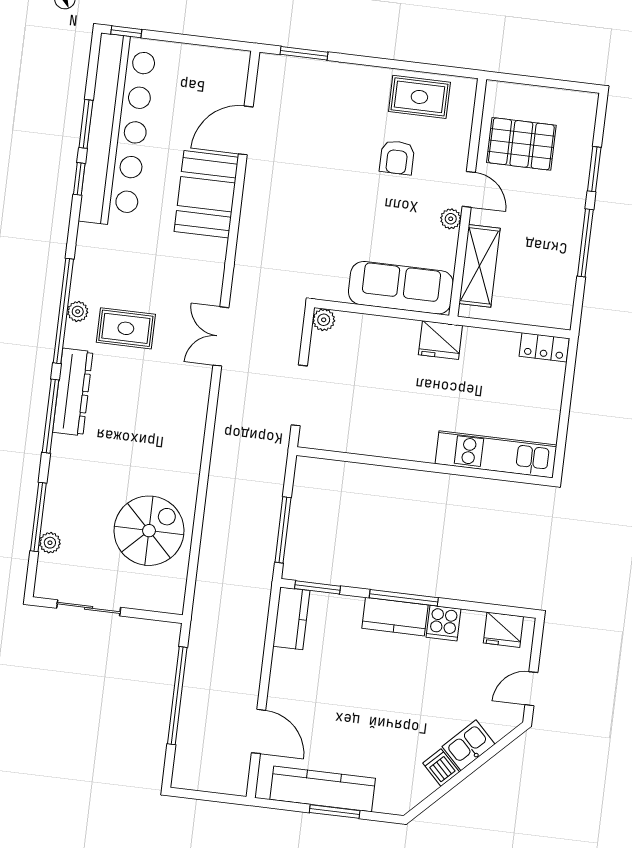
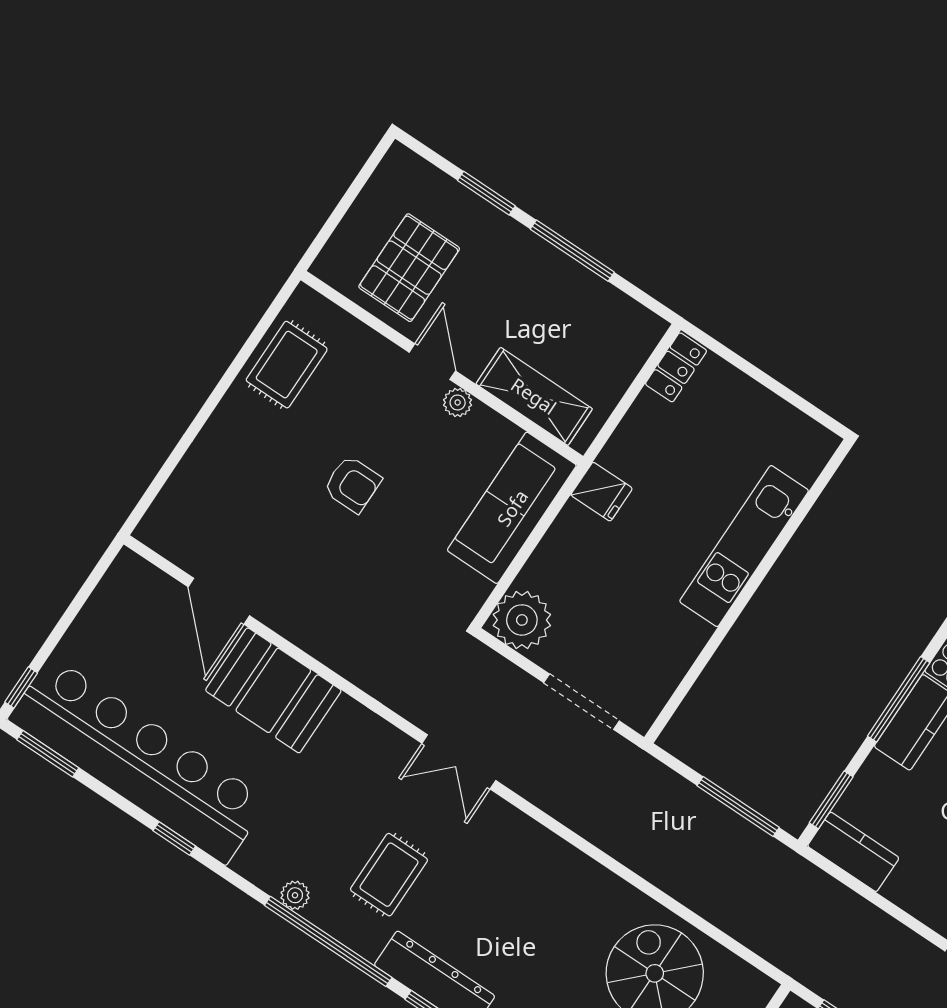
window: (304, 53) -> (160, 480), removed
window: (86, 124) -> (48, 754), moved
armchair: (397, 157) -> (352, 484), moved
door: (469, 189) -> (432, 362), hinge flipped
plant: (78, 311) -> (295, 895), moved
plant: (324, 320) -> (522, 620), width x1.88, depth x1.88
fridge: (440, 340) -> (602, 492), width x0.72
kitchen unit: (496, 454) -> (744, 546), moved

